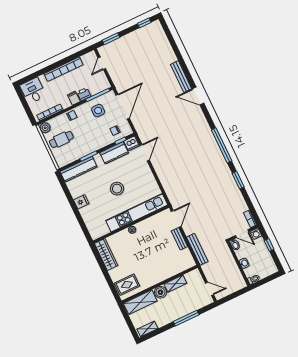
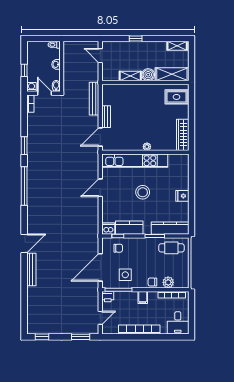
printer: (84, 94) -> (108, 297), moved
door: (198, 96) -> (24, 243), hinge flipped
plant: (45, 128) -> (168, 282), moved
cafe table: (61, 139) -> (171, 248), moved
door: (145, 153) -> (100, 188), moved
window: (186, 318) -> (136, 39), width x0.46

